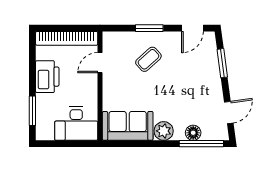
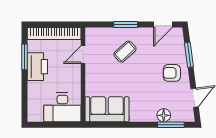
armchair: (203, 84) -> (172, 73), added
window: (32, 111) -> (24, 57), moved
plant: (164, 131) -> (138, 114), removed
window: (201, 144) -> (171, 125), width x0.69

